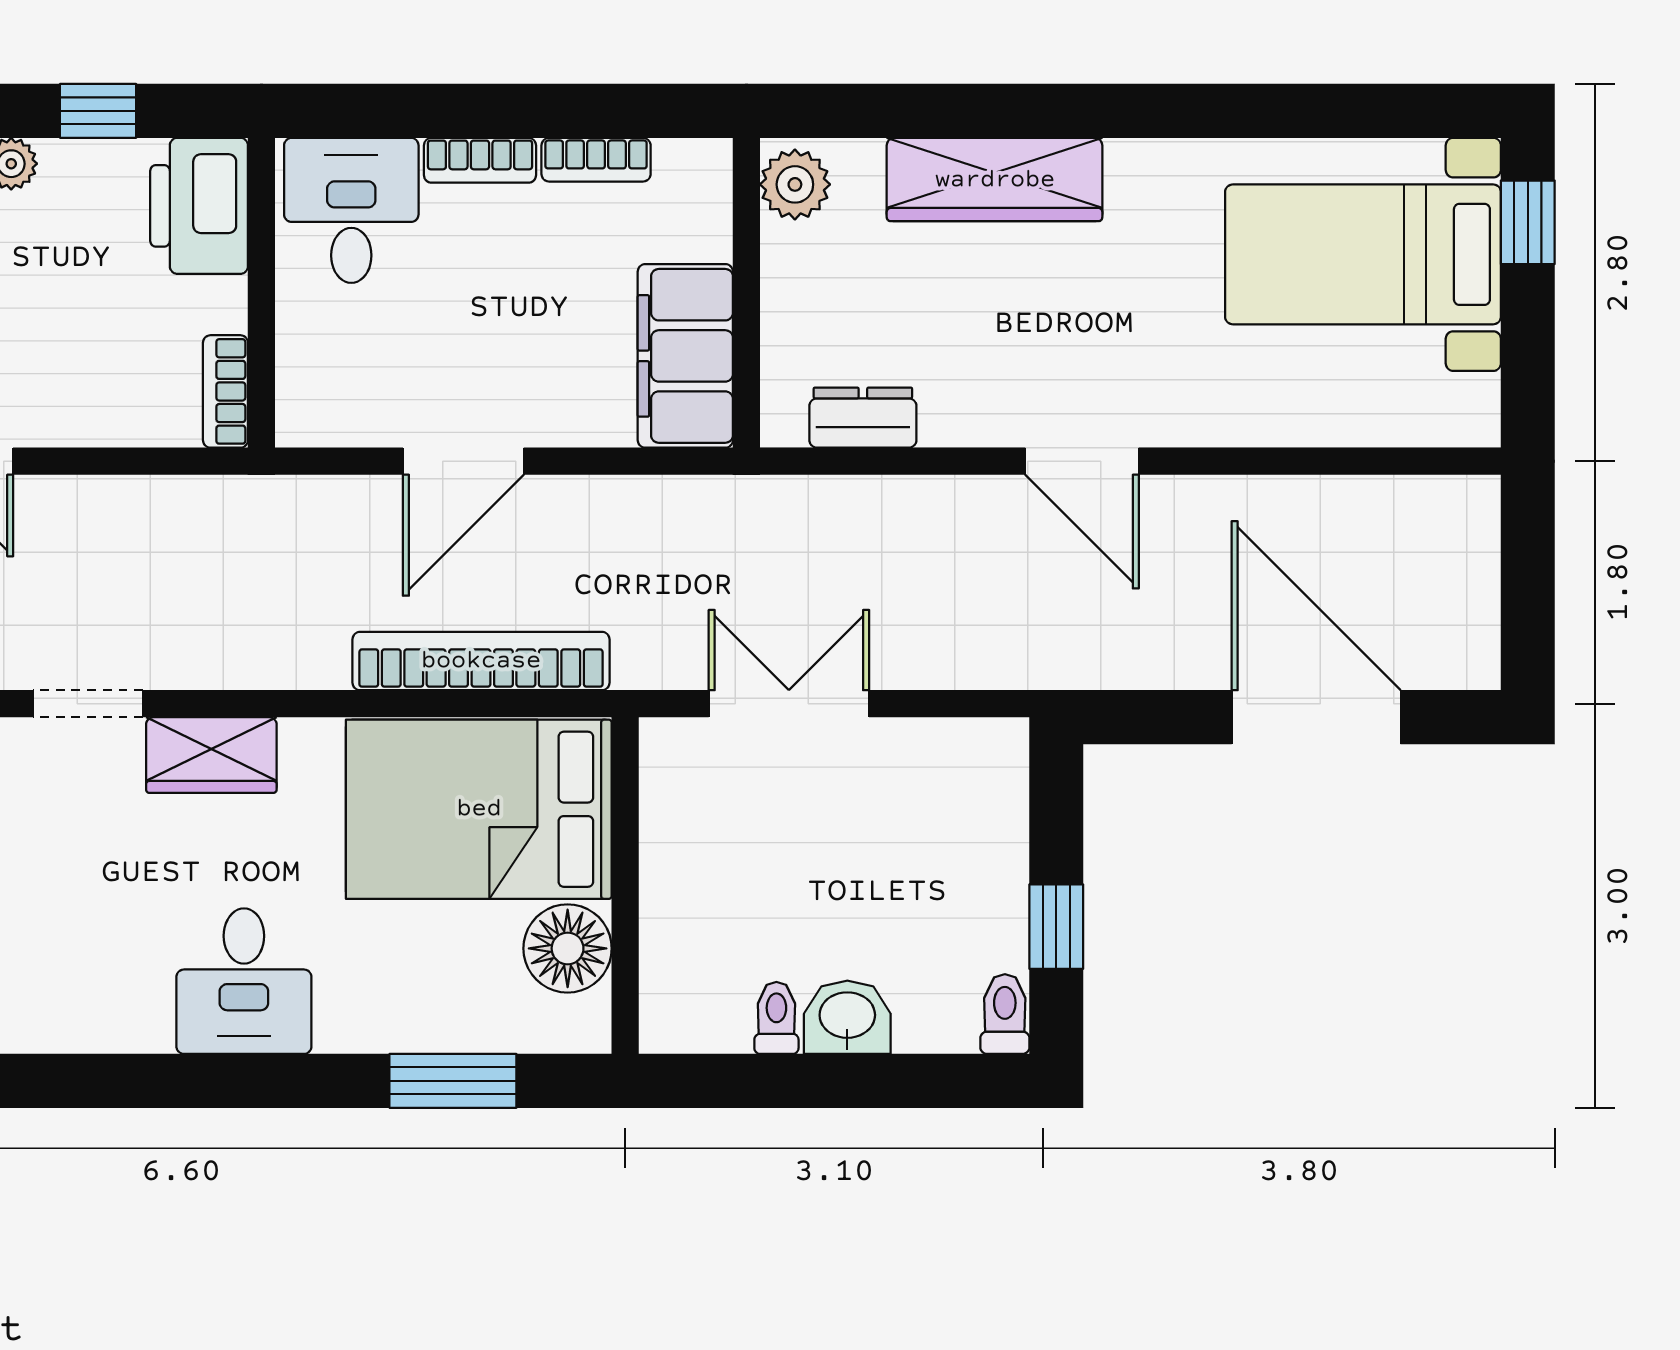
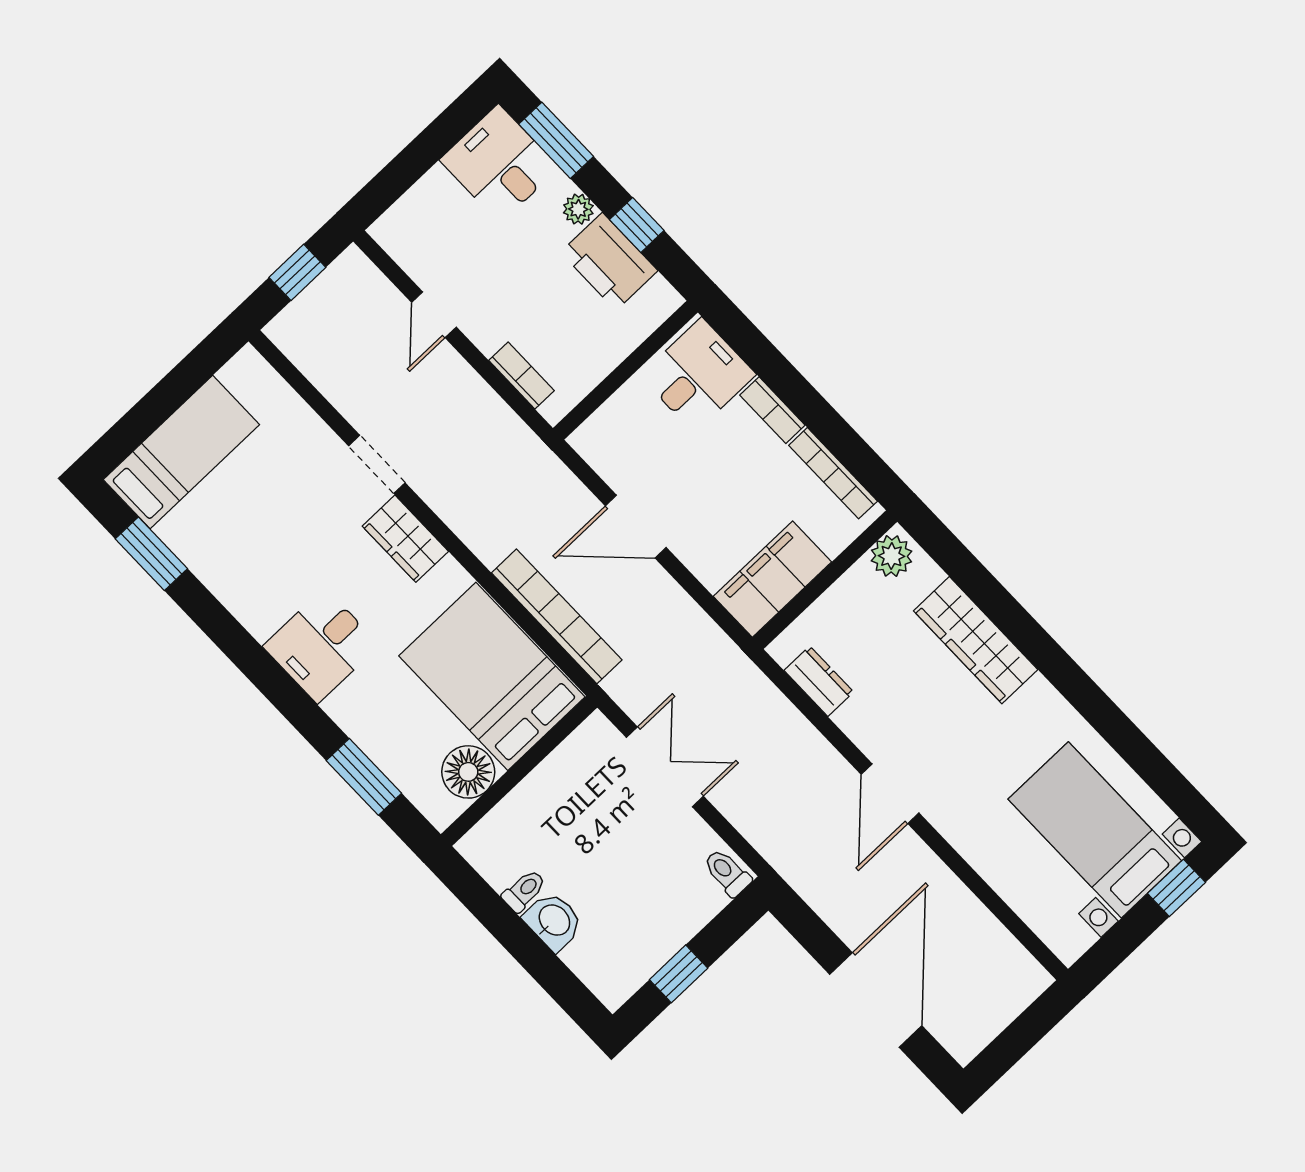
bookcase: (596, 160) -> (833, 473), width x1.56
printer: (199, 206) -> (609, 261), moved, turned -90
bookcase: (225, 391) -> (521, 376), moved, turned 90
toilet: (1005, 1014) -> (727, 873), moved, turned -90

